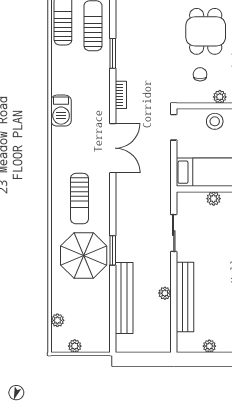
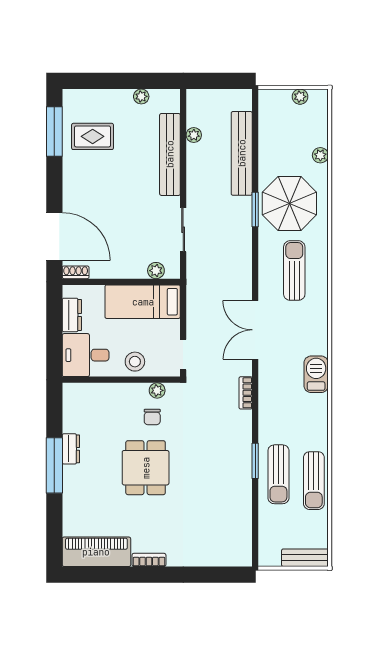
window: (113, 53) -> (255, 461), moved
plant: (220, 97) -> (157, 390), moved
plant: (214, 199) -> (156, 271), moved
plant: (165, 293) -> (194, 135), moved
plant: (57, 320) -> (320, 155), moved

